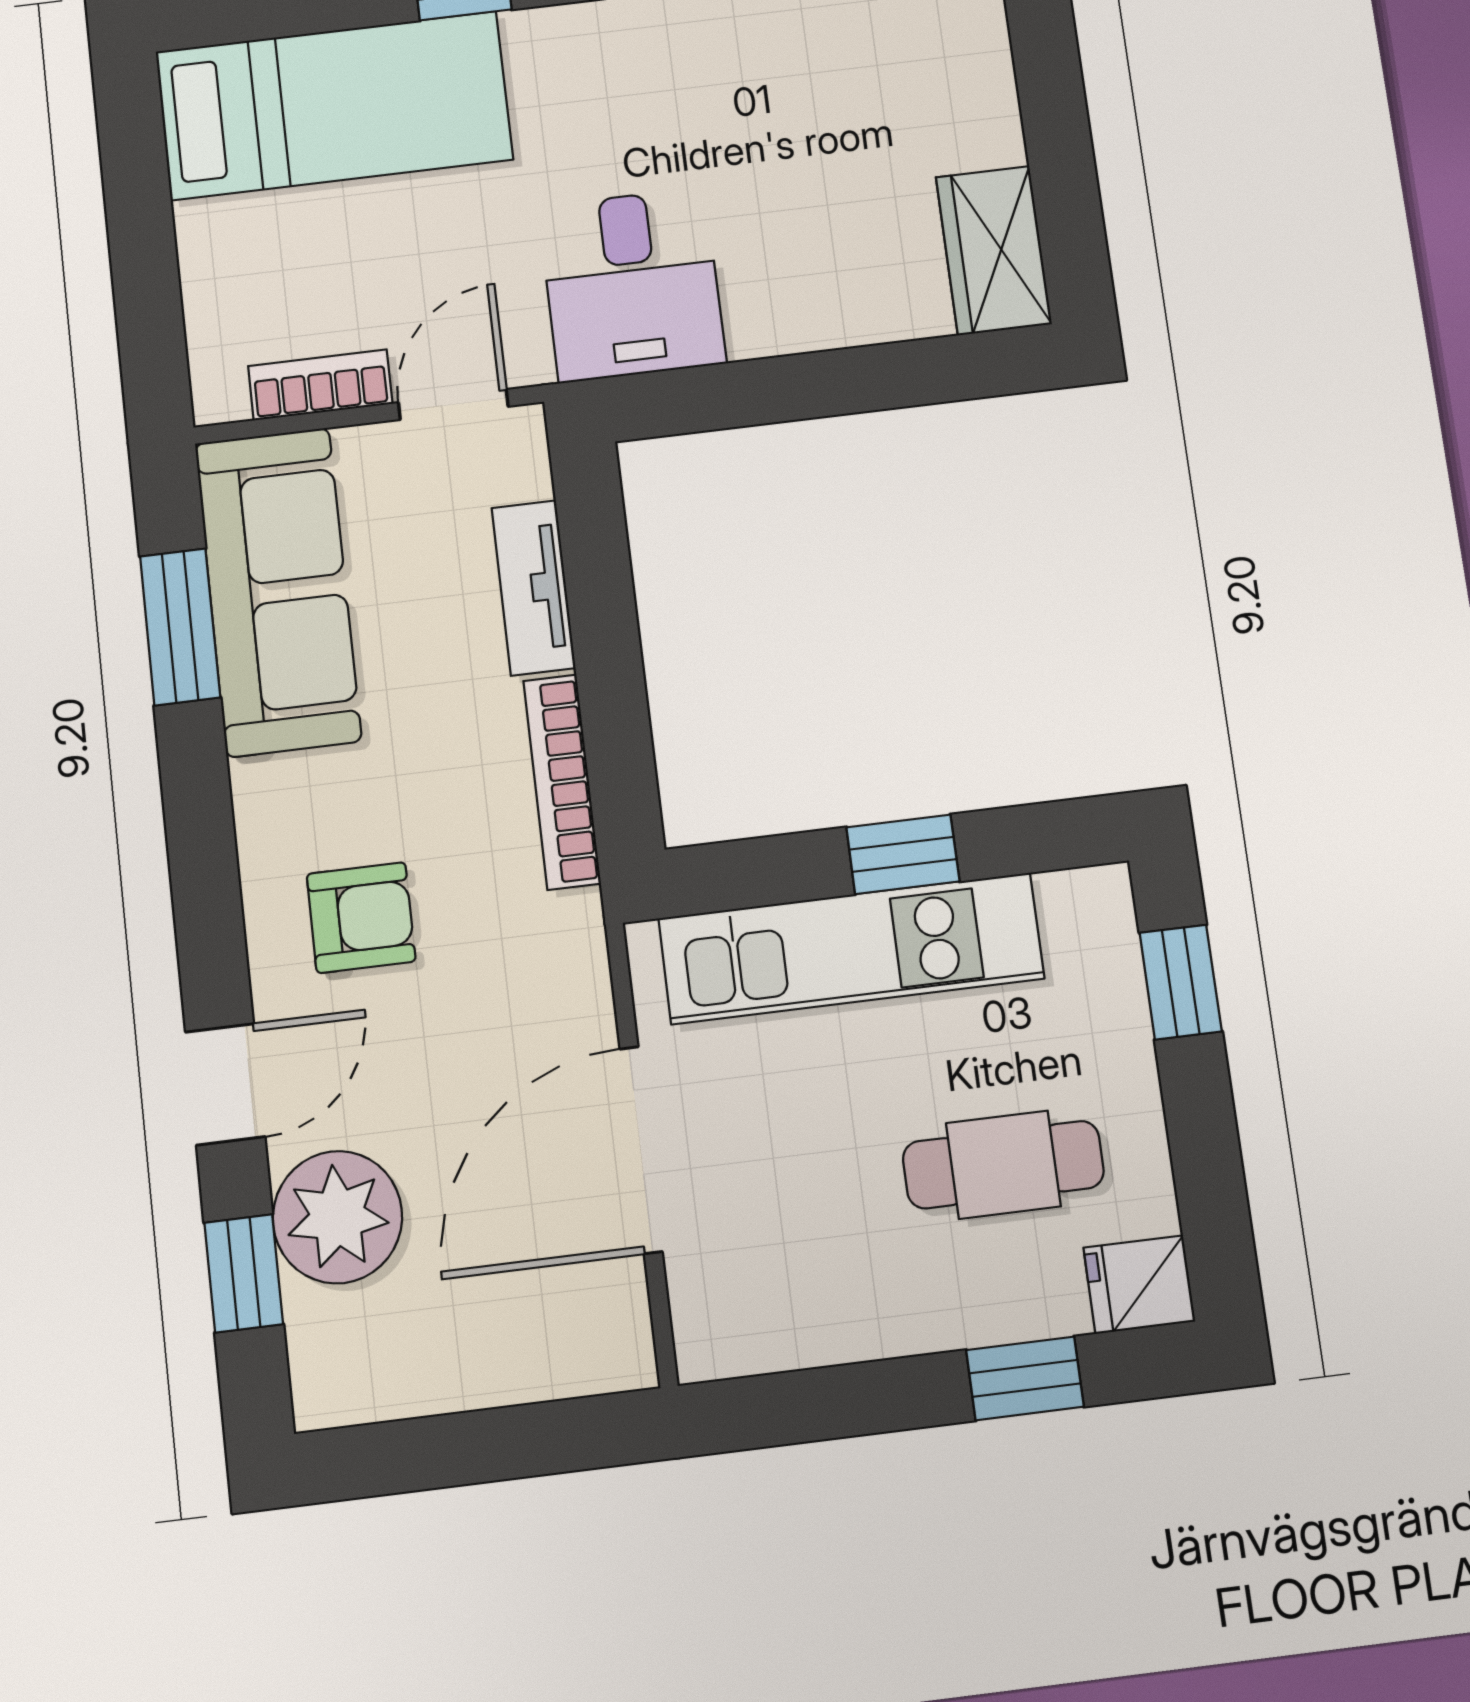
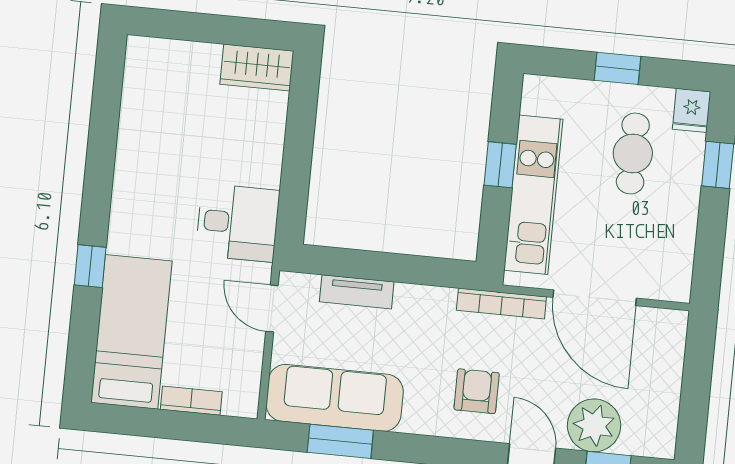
bookcase: (320, 385) -> (191, 401), moved, turned 90
bookcase: (562, 782) -> (501, 303), moved
window: (1181, 982) -> (618, 68), moved

